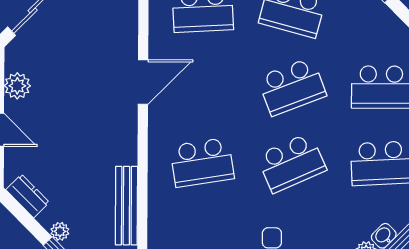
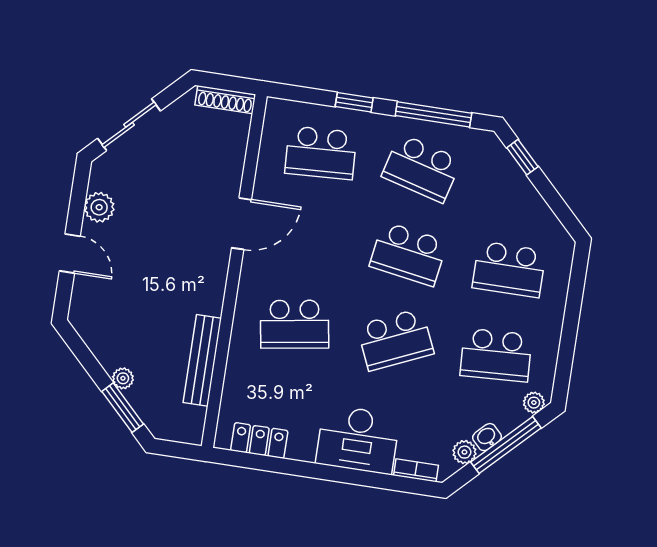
school desk: (292, 87) -> (408, 254), turned 30
dresser: (28, 196) -> (92, 333), removed

